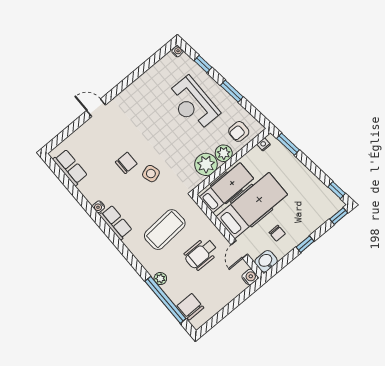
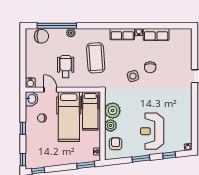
reception desk: (193, 104) -> (152, 131), turned -90
row of seats: (70, 167) -> (156, 34), moved

